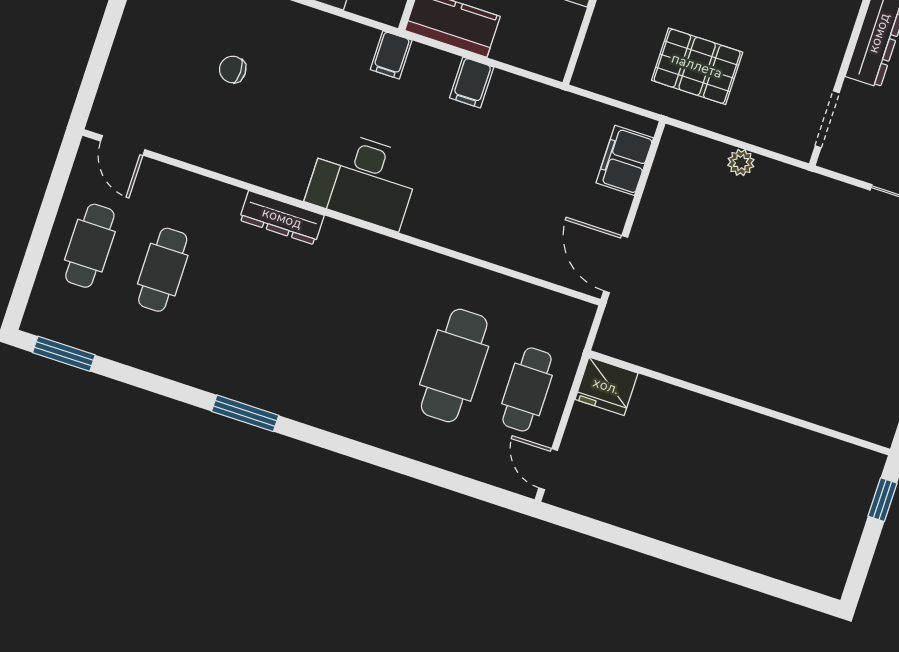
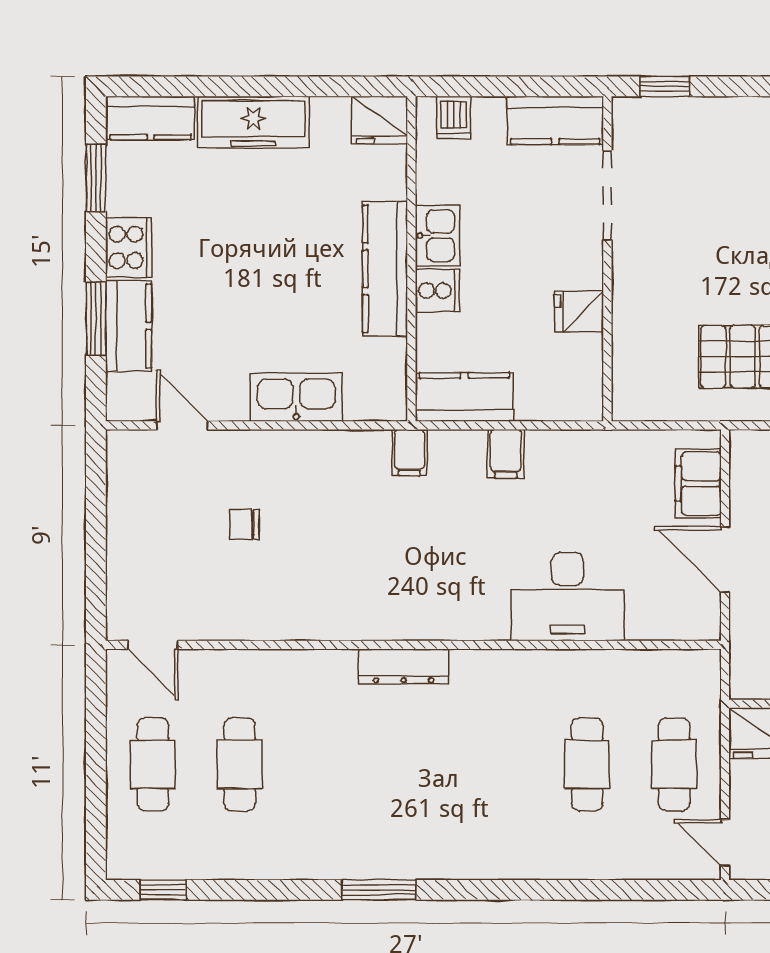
desk: (363, 180) -> (567, 597), moved
dresser: (282, 218) -> (404, 666), moved
door: (616, 264) -> (725, 560), moved
window: (64, 354) -> (163, 890), width x0.67
cafe table: (454, 365) -> (587, 764), width x0.73, depth x0.74

